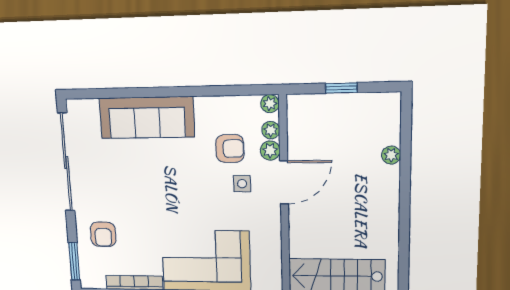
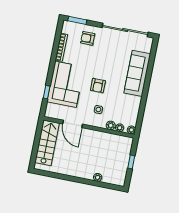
armchair: (230, 149) -> (98, 86), moved
door: (284, 182) -> (73, 124), moved

